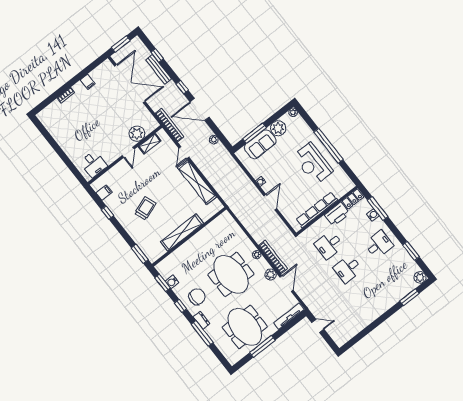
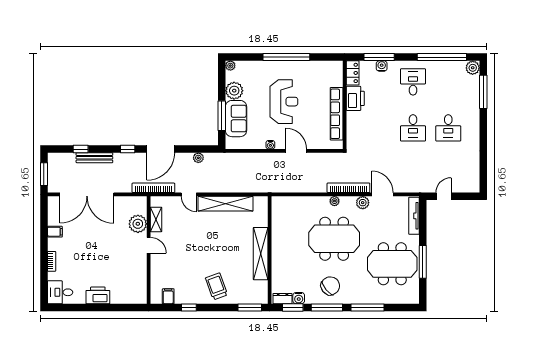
double door: (130, 84) -> (87, 194), swing flipped
printer: (67, 145) -> (98, 295), added
desk: (93, 164) -> (60, 292), moved, turned 180
reception desk: (313, 164) -> (284, 102), moved, turned -90
trolley: (145, 208) -> (217, 286), moved
desk: (329, 245) -> (448, 128), moved
window: (411, 251) -> (442, 57), width x2.11
chair: (197, 297) -> (330, 286), turned 50
window: (409, 297) -> (483, 92), width x1.44
window: (181, 306) -> (327, 308), width x2.17
dresser: (202, 320) -> (283, 299), moved

